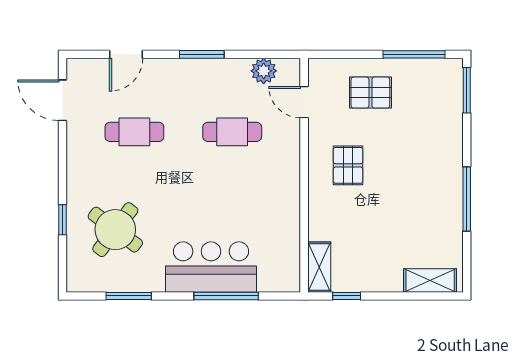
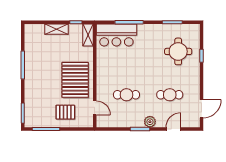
plant: (264, 71) -> (150, 122), moved
door: (63, 100) -> (202, 109), hinge flipped
pallet: (348, 165) -> (75, 80), width x2.05, depth x2.00
round table: (115, 230) -> (178, 51), turned -37
bar counter: (211, 267) -> (116, 35), moved
shelving: (430, 280) -> (56, 29), moved

